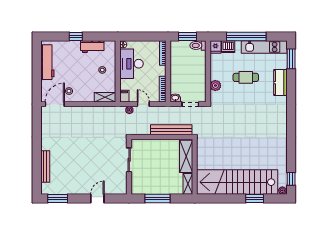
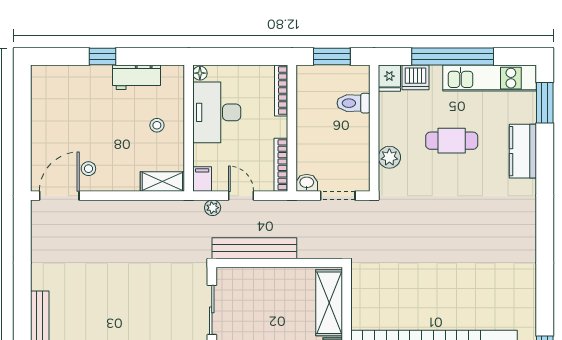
toilet: (198, 45) -> (353, 103), moved
workbench: (47, 62) -> (44, 109), removed
bench: (171, 130) -> (254, 248), moved

